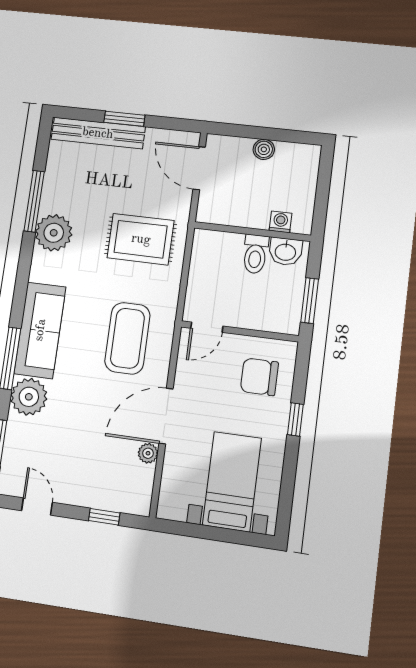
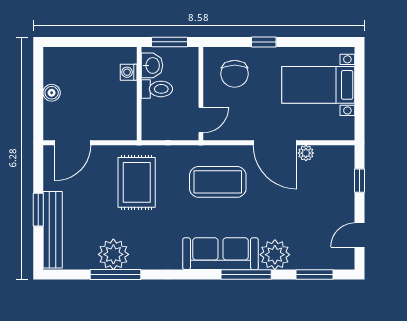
washing machine: (281, 222) -> (129, 72), moved
wall: (252, 232) -> (139, 94), moved
plant: (54, 233) -> (113, 254), moved
washbasin: (285, 251) -> (152, 65), moved
toilet: (255, 254) -> (157, 89), moved
door: (207, 327) -> (201, 120), hinge flipped

